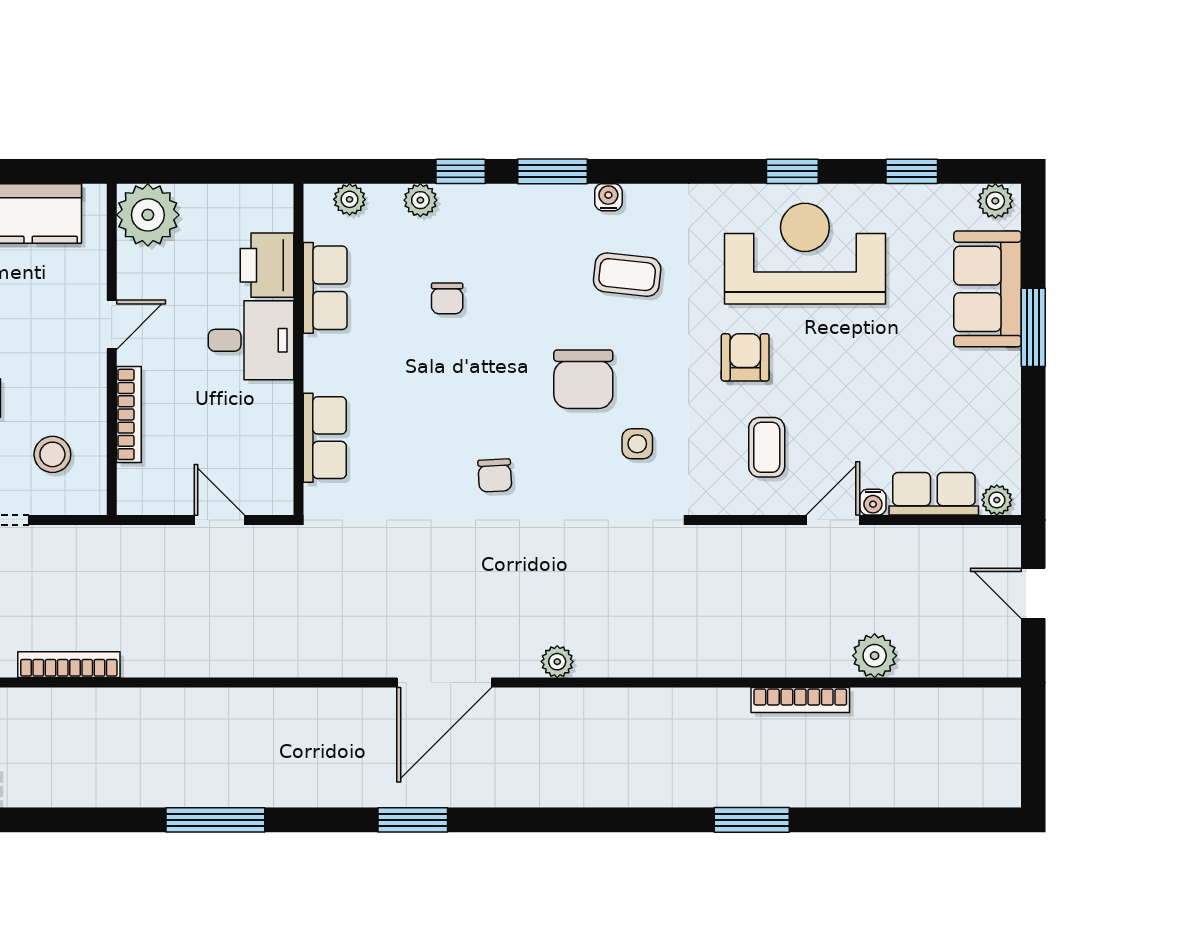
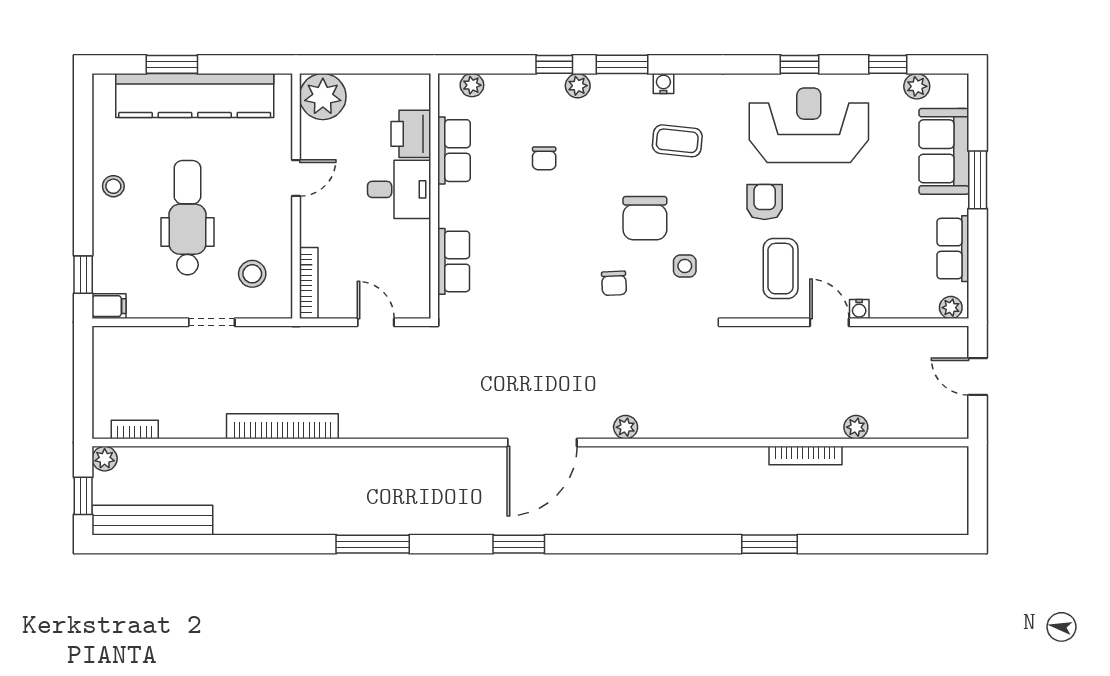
plant: (420, 200) -> (578, 86), moved
plant: (995, 201) -> (917, 86), moved
bookcase: (129, 414) -> (309, 283), moved
coffee table: (767, 447) -> (781, 269), width x1.36, depth x1.30
chair: (495, 475) -> (614, 283), moved
row of seats: (934, 494) -> (953, 249), moved, turned -90
door: (833, 520) -> (829, 322), hinge flipped
plant: (875, 656) -> (856, 427), width x0.73, depth x0.73
bookcase: (69, 665) -> (282, 426), width x1.48, depth x1.31

